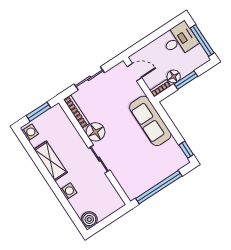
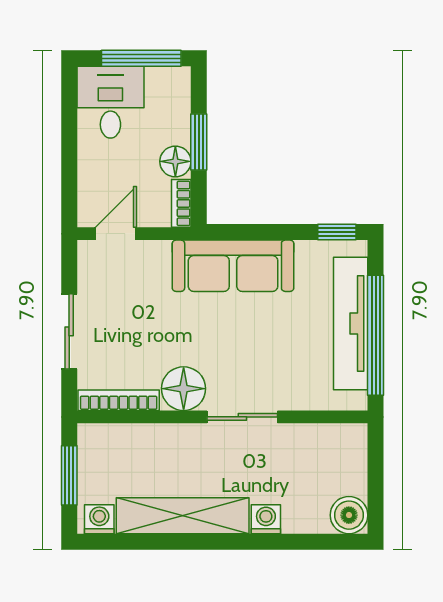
shelving: (51, 161) -> (183, 516), width x1.47
tv unit: (157, 176) -> (351, 324), added

